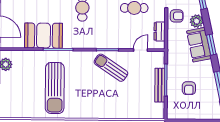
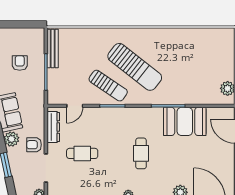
dresser: (160, 31) -> (53, 127), width x1.44
bench: (160, 85) -> (53, 49), moved
sun lounger: (55, 88) -> (135, 67), moved, turned 128

